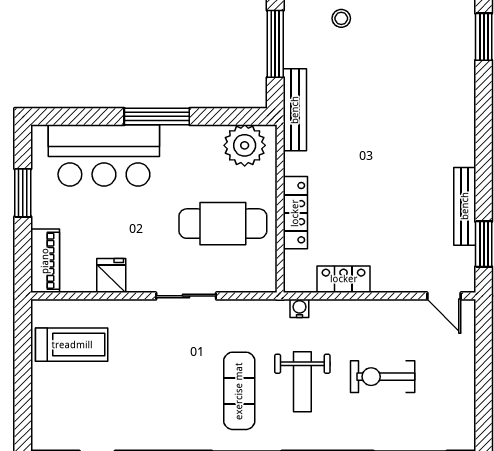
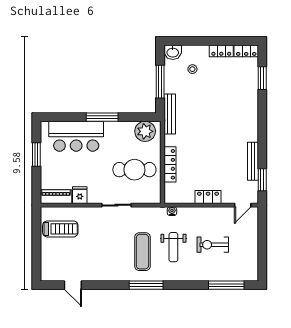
piano: (45, 261) -> (56, 197), moved, turned -90
locker: (344, 279) -> (208, 197), moved
door: (444, 296) -> (243, 205), hinge flipped

